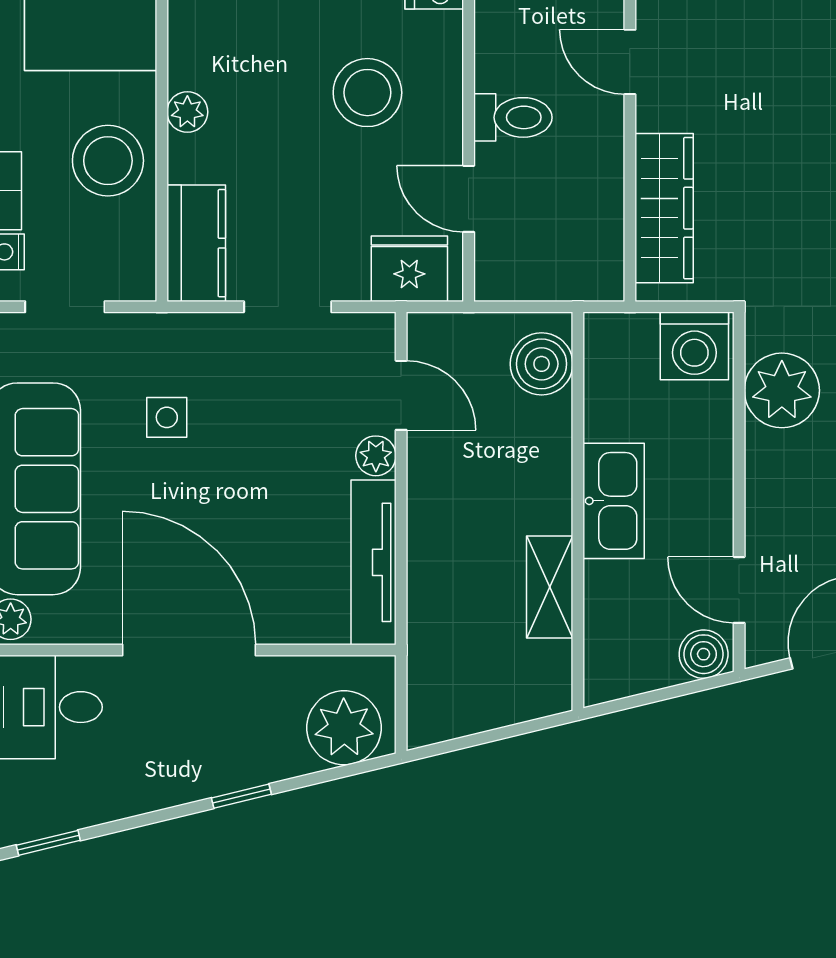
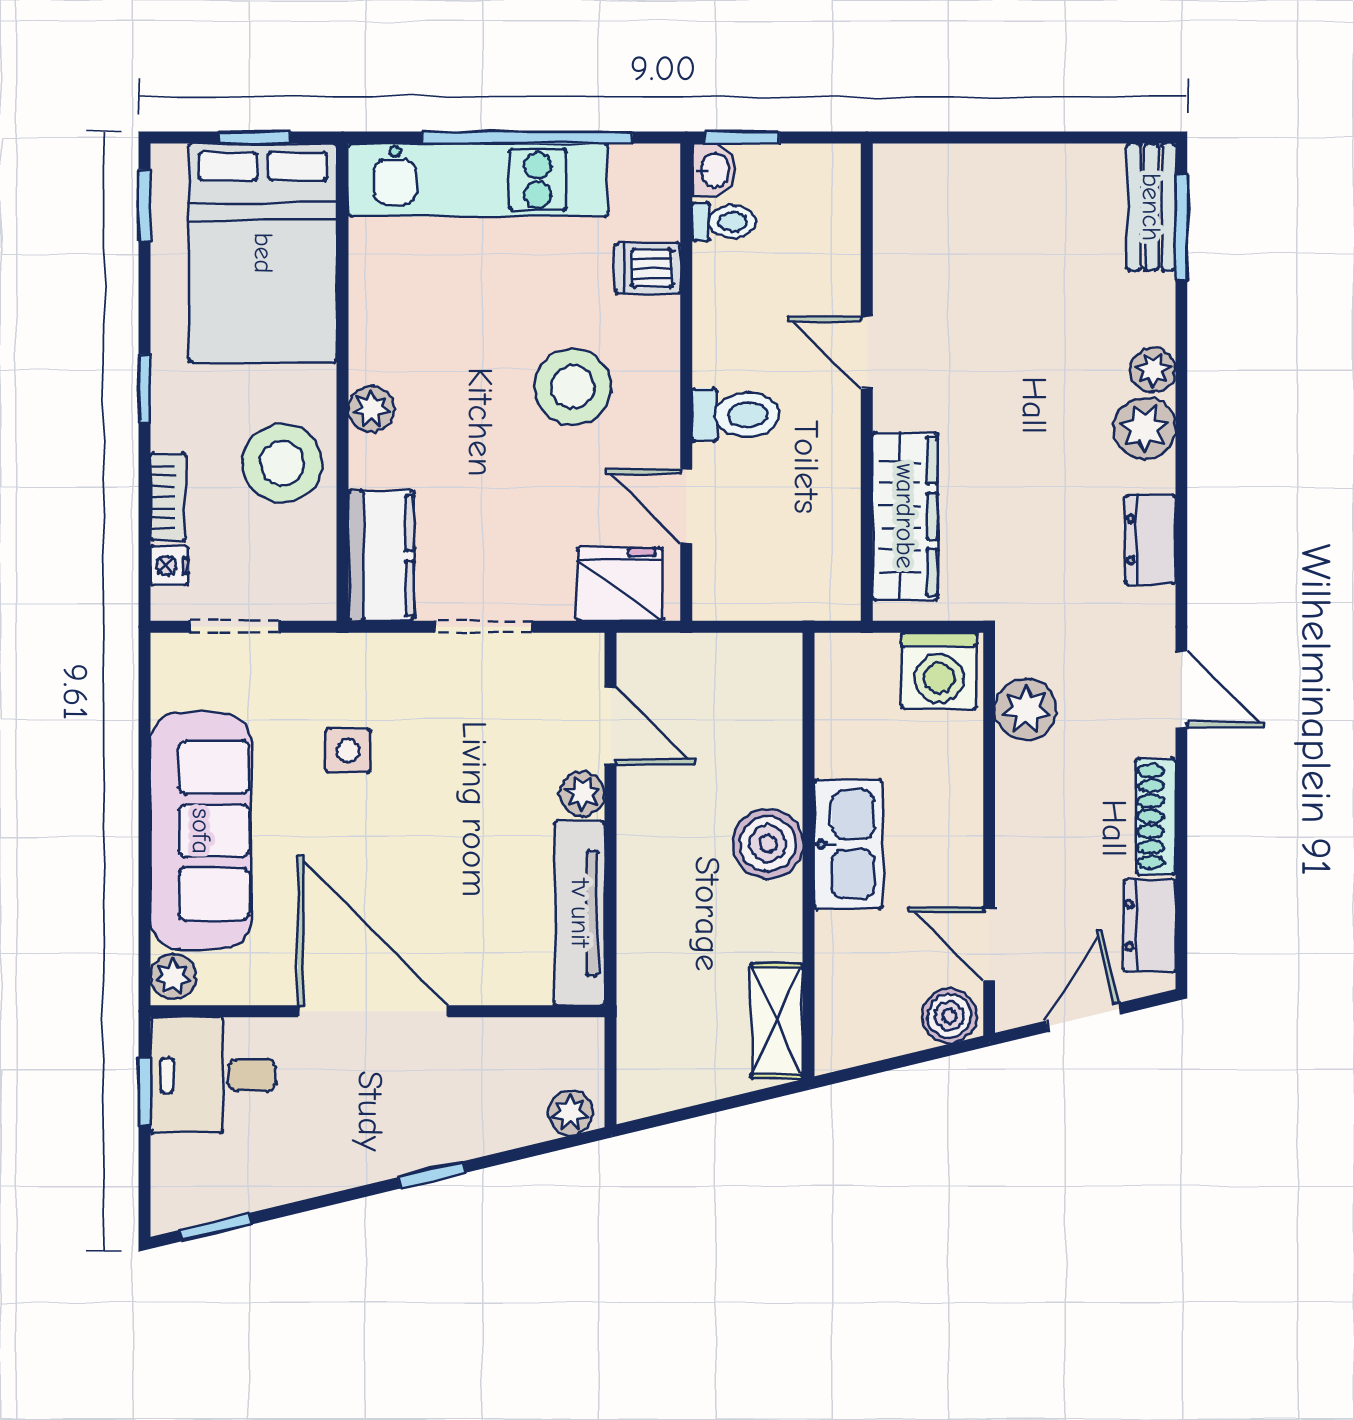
boiler: (542, 364) -> (768, 844), moved
plant: (782, 390) -> (1026, 709), width x0.73, depth x0.73
shelving: (550, 587) -> (777, 1021), moved
plant: (344, 728) -> (570, 1113), width x0.53, depth x0.53

